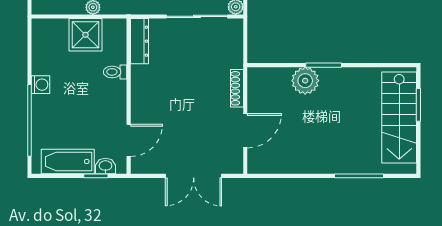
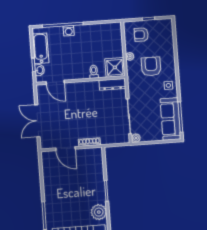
shower: (85, 35) -> (115, 67), moved
plant: (305, 81) -> (99, 212), moved
washing machine: (40, 85) -> (69, 31), moved

